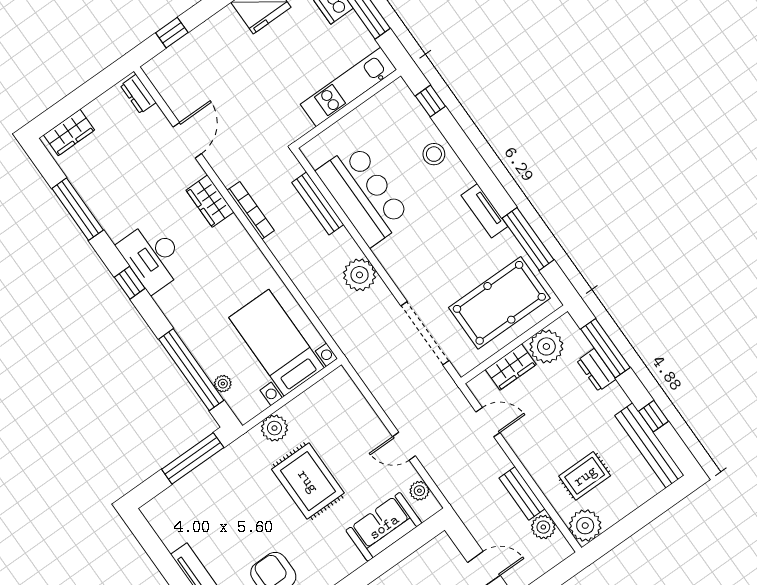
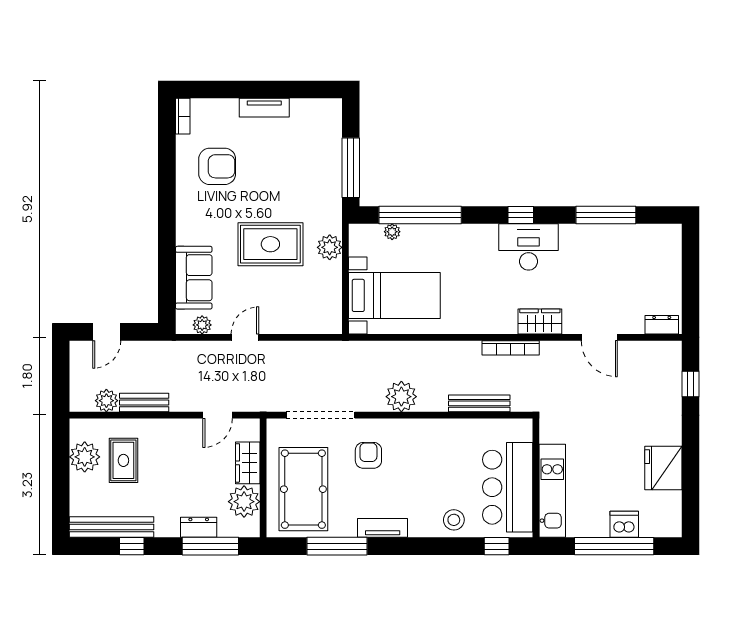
wardrobe: (69, 133) -> (670, 250), removed
bar counter: (364, 195) -> (508, 487), moved, turned 90
armchair: (430, 267) -> (368, 455), added
plant: (585, 526) -> (85, 457), moved

